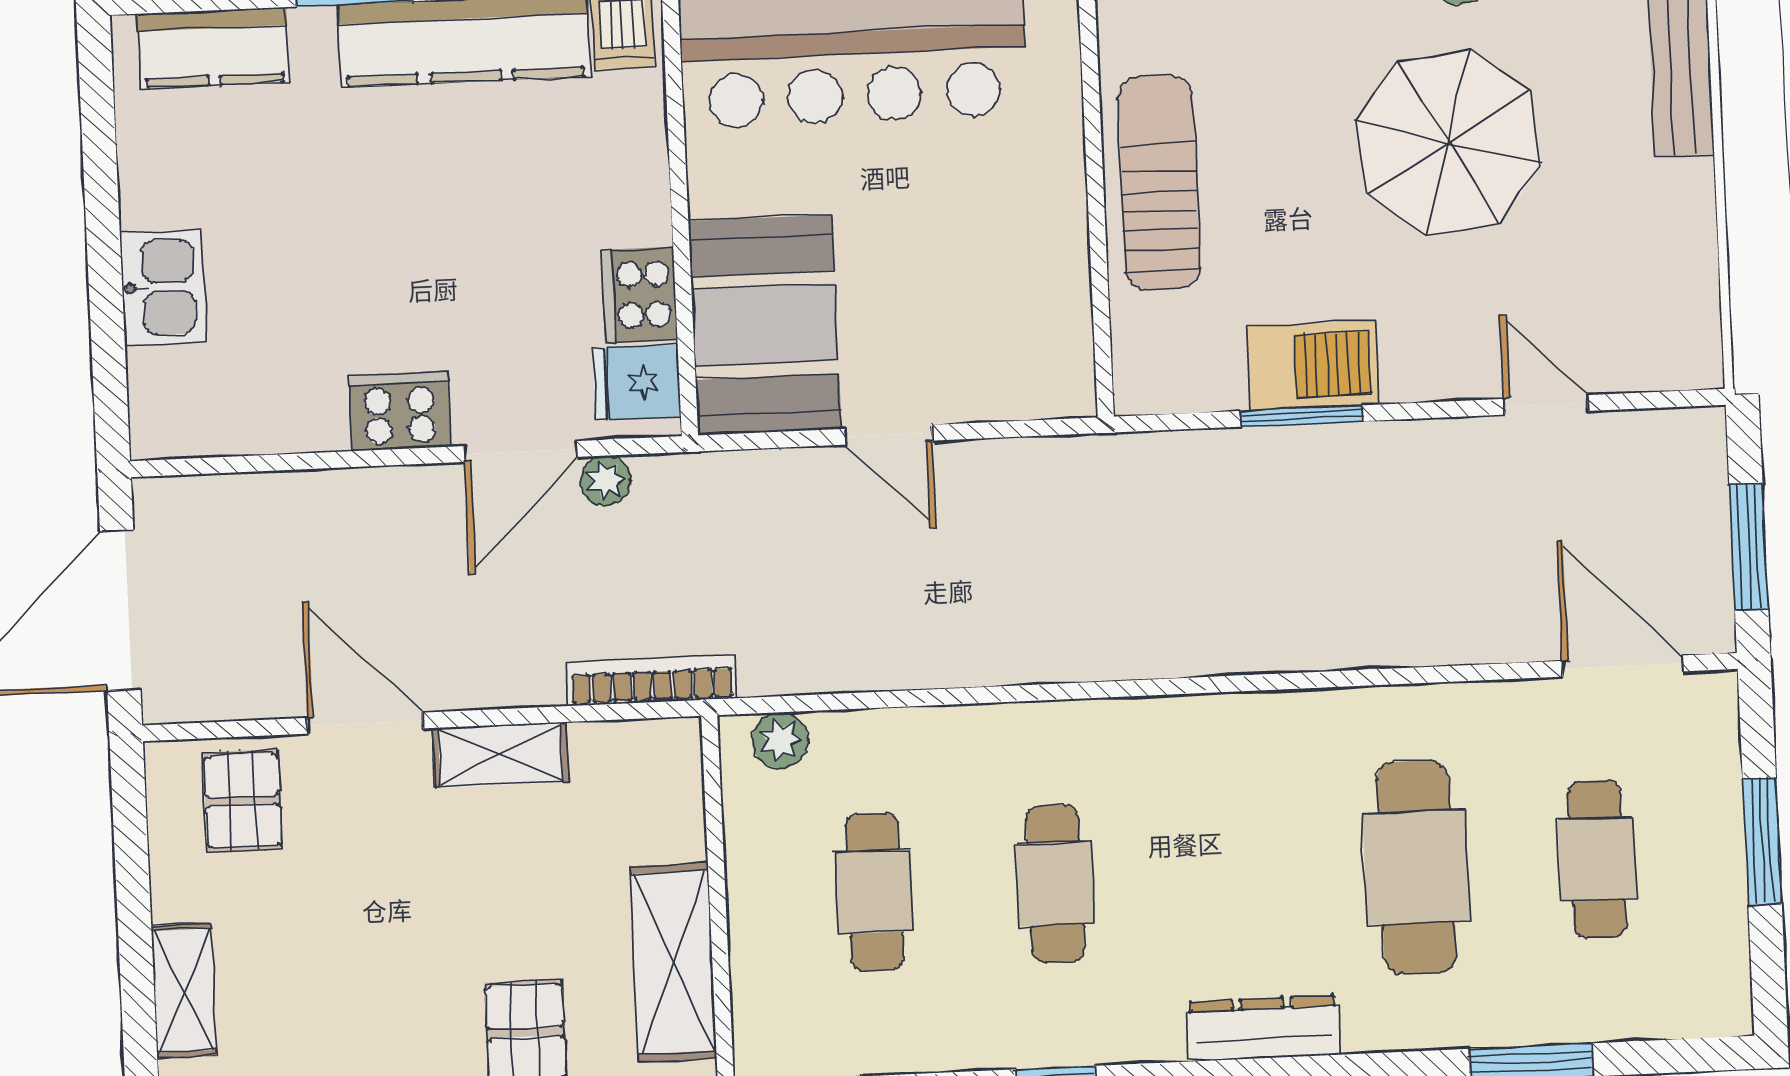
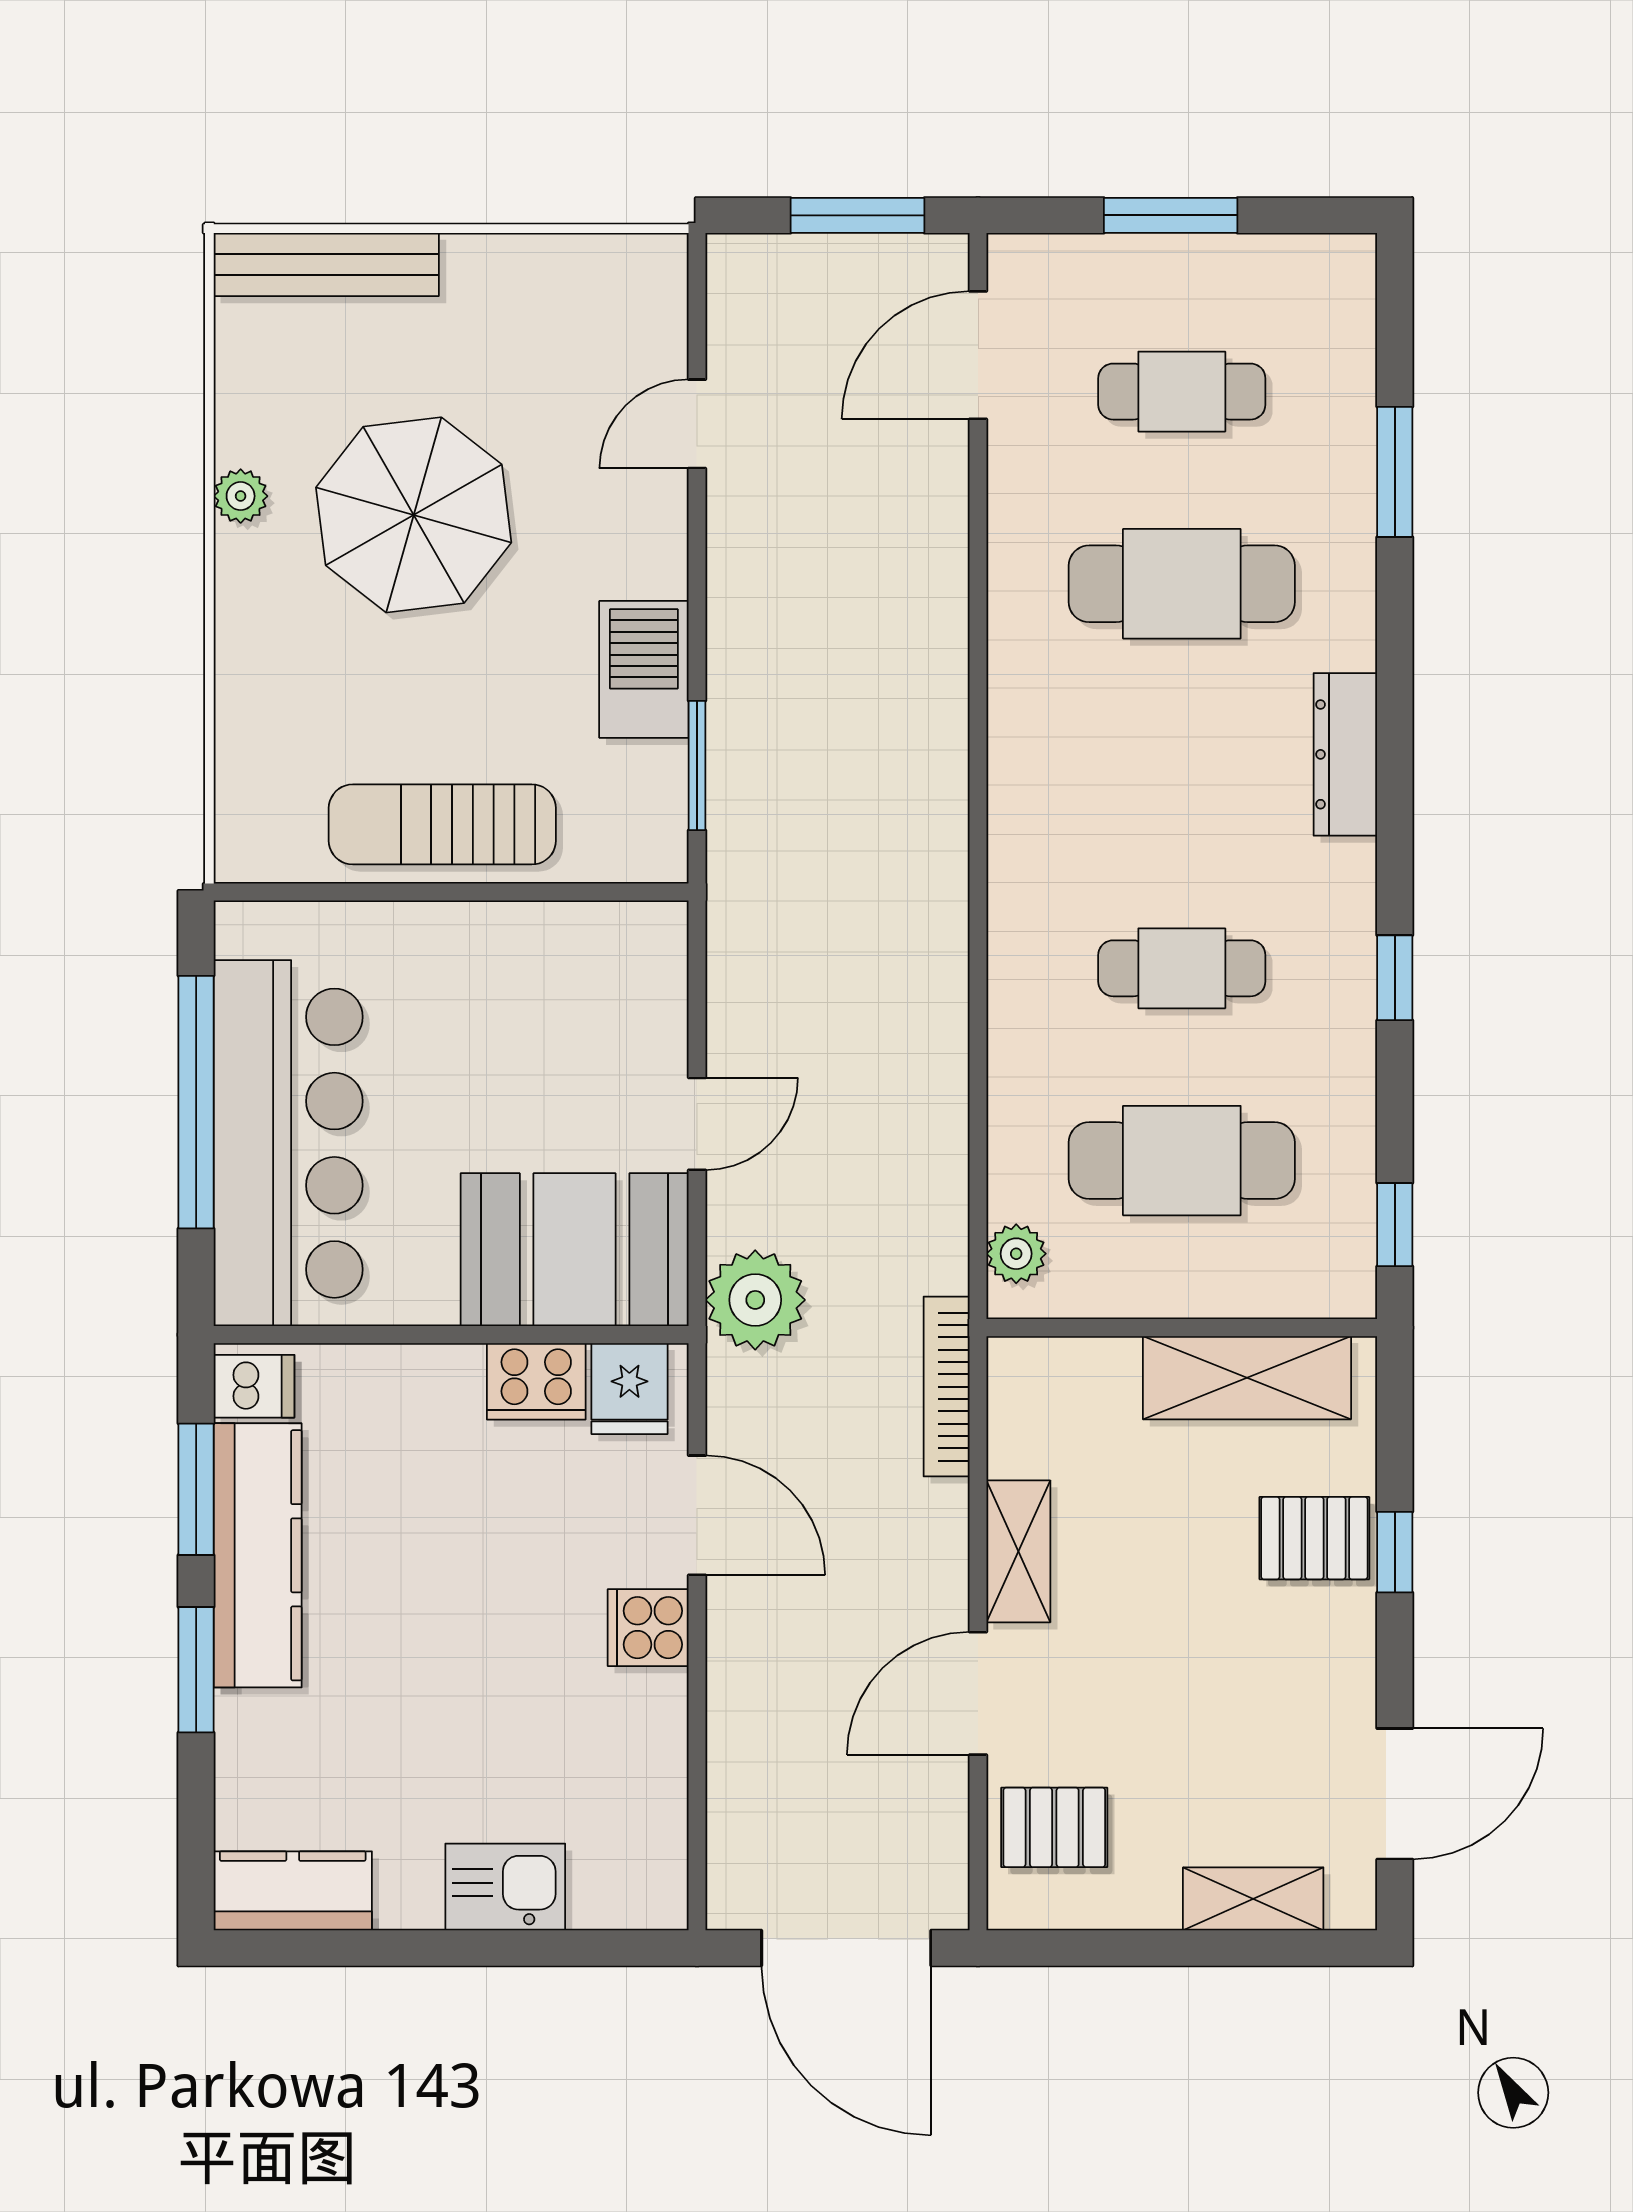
kitchen counter: (214, 48) -> (293, 1891), moved, turned -90
cooker: (400, 411) -> (648, 1628), width x0.73
window: (1302, 416) -> (697, 765), moved
plant: (606, 481) -> (755, 1300), moved, width x1.88, depth x1.88
cafe table: (874, 892) -> (1182, 1161), width x1.37, depth x1.35

